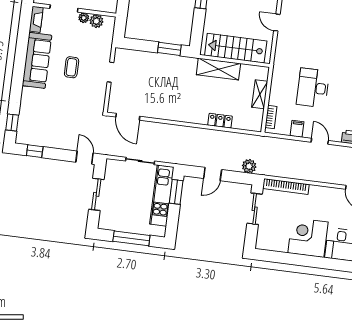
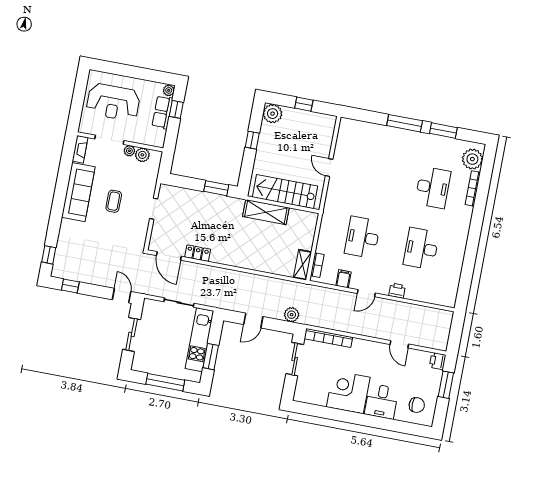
shelving: (260, 94) -> (303, 265), moved
locker: (220, 121) -> (198, 253), moved
door: (320, 141) -> (366, 293), swing flipped
window: (176, 192) -> (211, 357), moved

